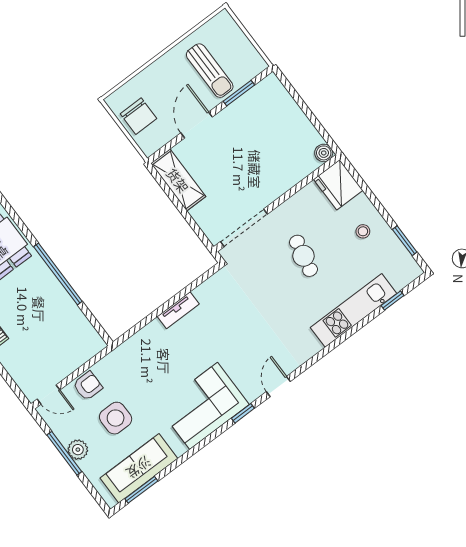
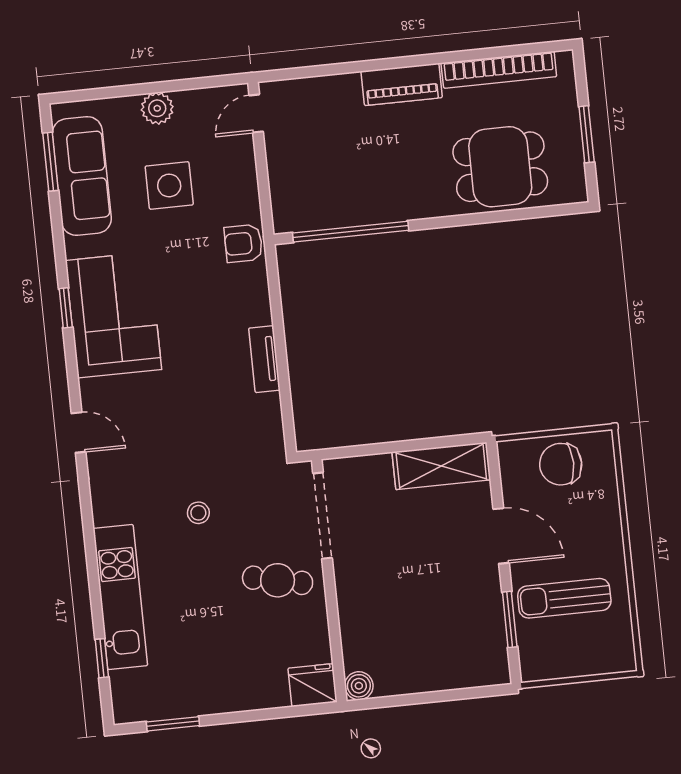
fridge: (338, 185) -> (313, 685), width x0.73, depth x0.75
stool: (363, 231) -> (198, 513), moved
cafe table: (303, 256) -> (278, 580), moved
window: (58, 274) -> (351, 232), moved
armchair: (88, 386) -> (243, 243), moved, turned 90
window: (243, 413) -> (66, 308), moved
window: (64, 453) -> (163, 87), removed

